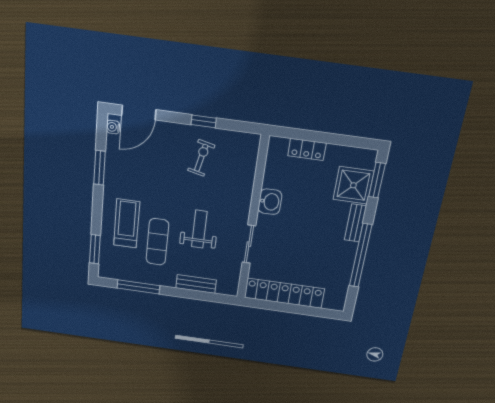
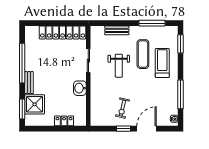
door: (139, 113) -> (147, 129), moved
window: (99, 168) -> (180, 94), width x1.44
treadmill: (127, 223) -> (162, 63), turned 180

